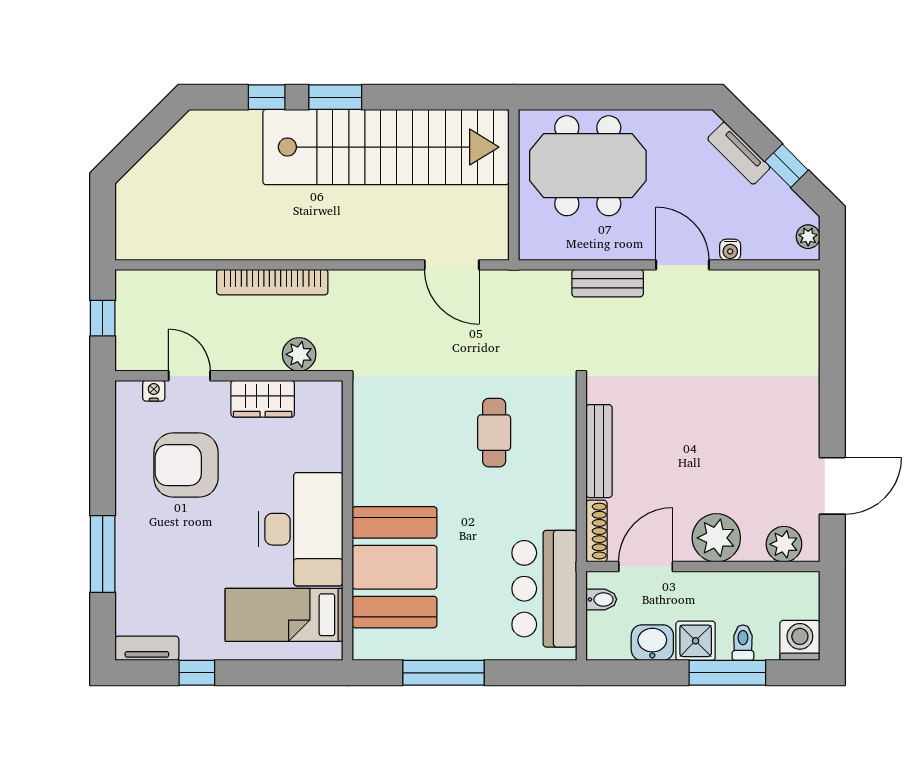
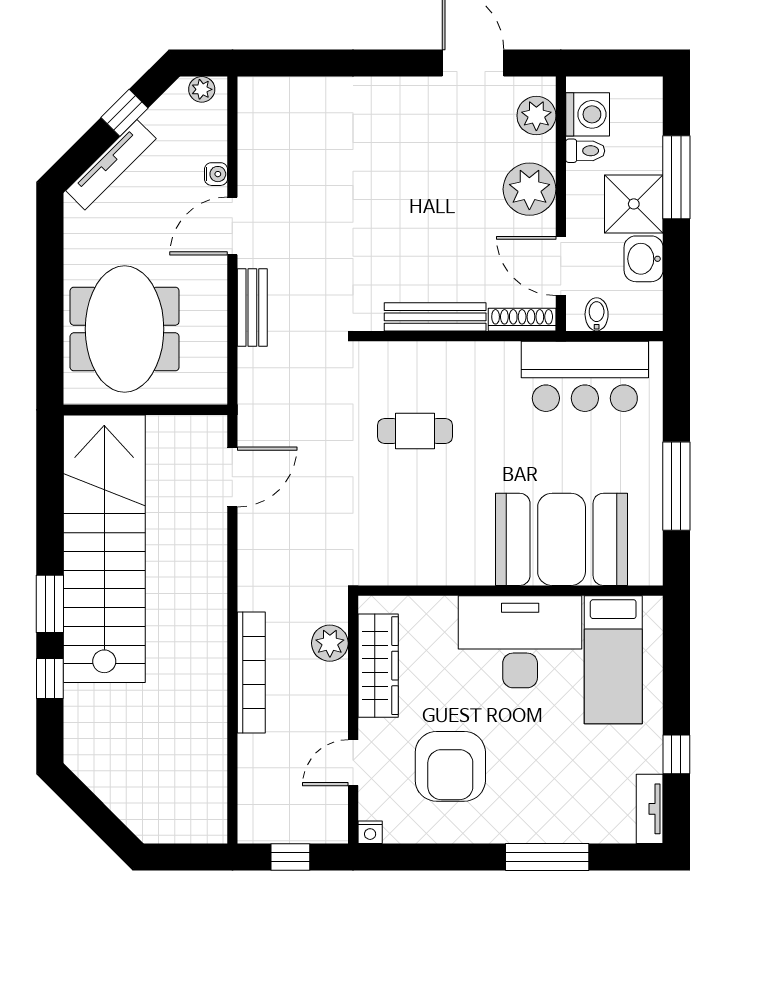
tv unit: (739, 153) -> (111, 165), width x1.41
nightstand: (154, 391) -> (370, 832), moved, turned -90
wardrobe: (263, 399) -> (378, 666), width x1.50
washing machine: (800, 640) -> (588, 114), moved, turned 180
shower: (696, 641) -> (634, 204), width x1.36, depth x1.36
toilet: (743, 643) -> (585, 151), moved, turned 180

